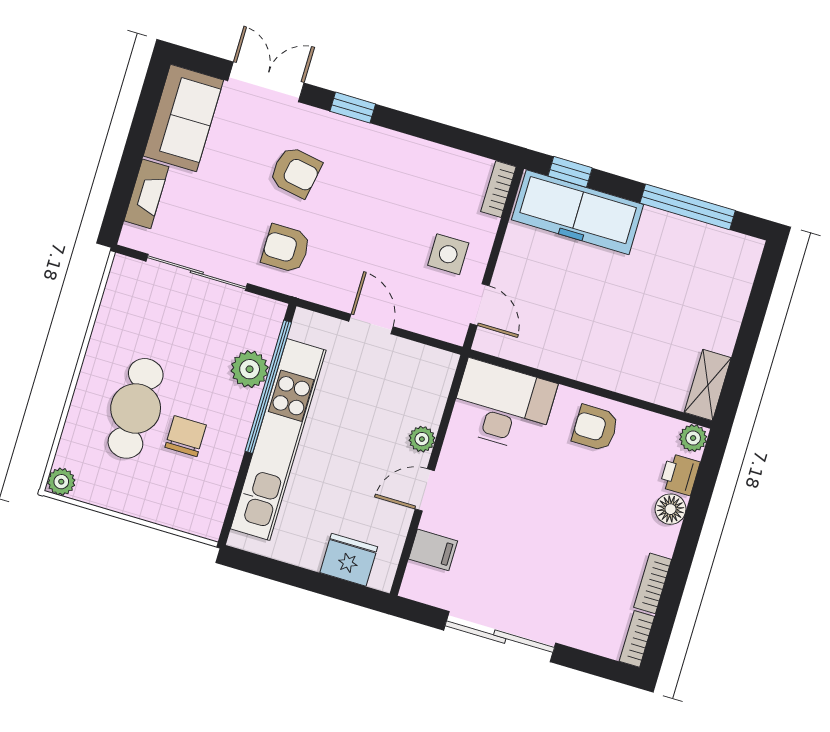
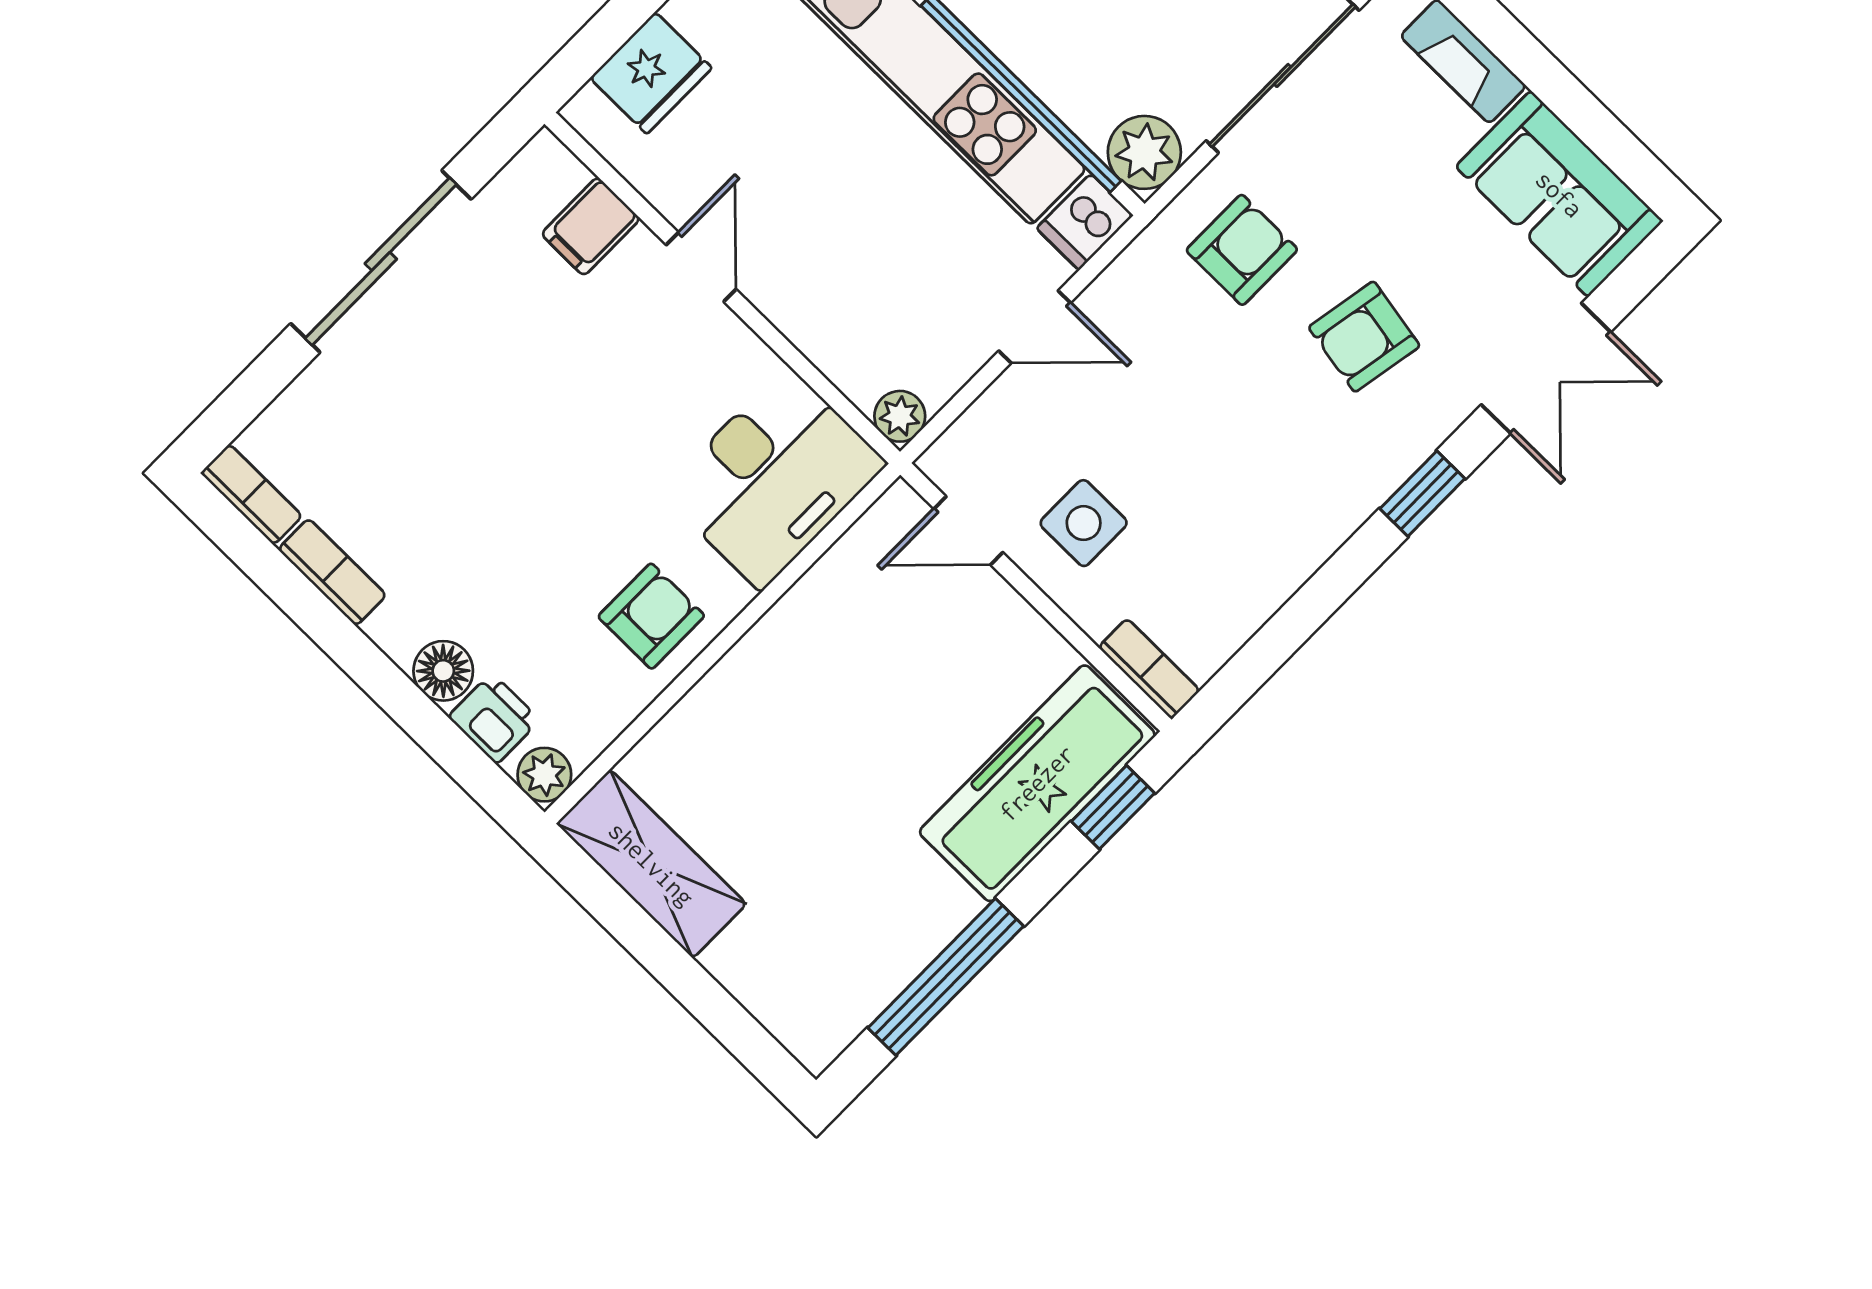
dishwasher: (311, 327) -> (1085, 222), added
plant: (250, 369) -> (1144, 152), moved
shelving: (708, 385) -> (651, 864), width x1.50, depth x1.33
plant: (422, 439) -> (900, 416), moved

